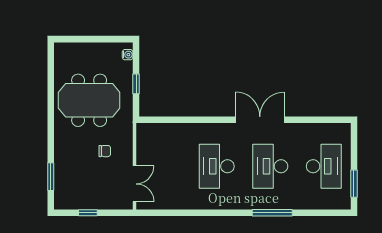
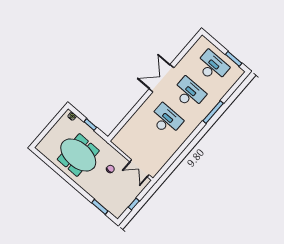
meeting table: (89, 100) -> (78, 155), turned 90
desk: (217, 166) -> (166, 120), turned 180
desk: (270, 166) -> (189, 93), turned 180
double door: (134, 184) -> (139, 168), swing flipped

